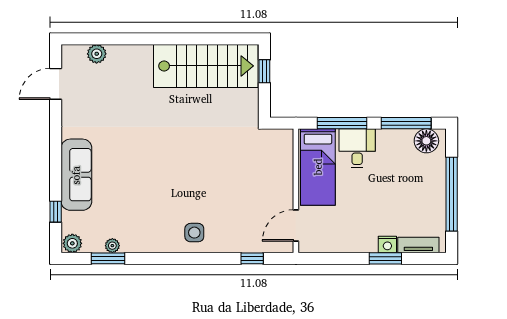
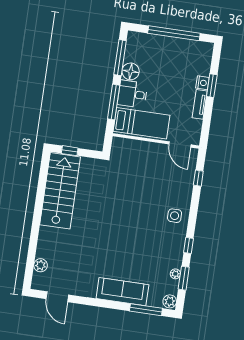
floor lamp: (426, 141) -> (131, 71), moved
window: (56, 212) -> (146, 310), width x2.17
tv unit: (418, 245) -> (200, 104), moved
window: (155, 258) -> (188, 245), added

